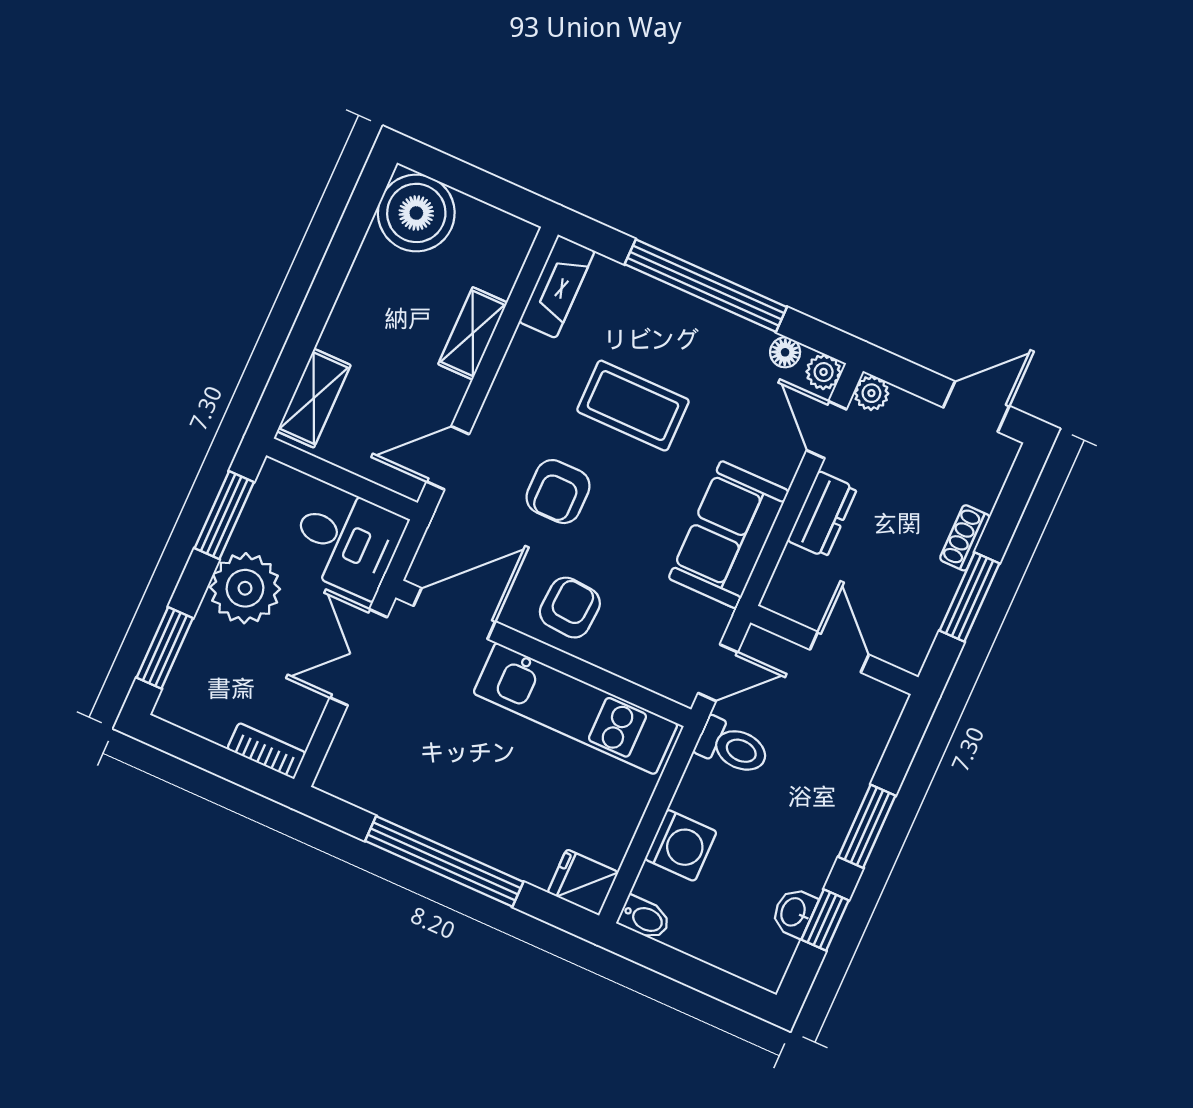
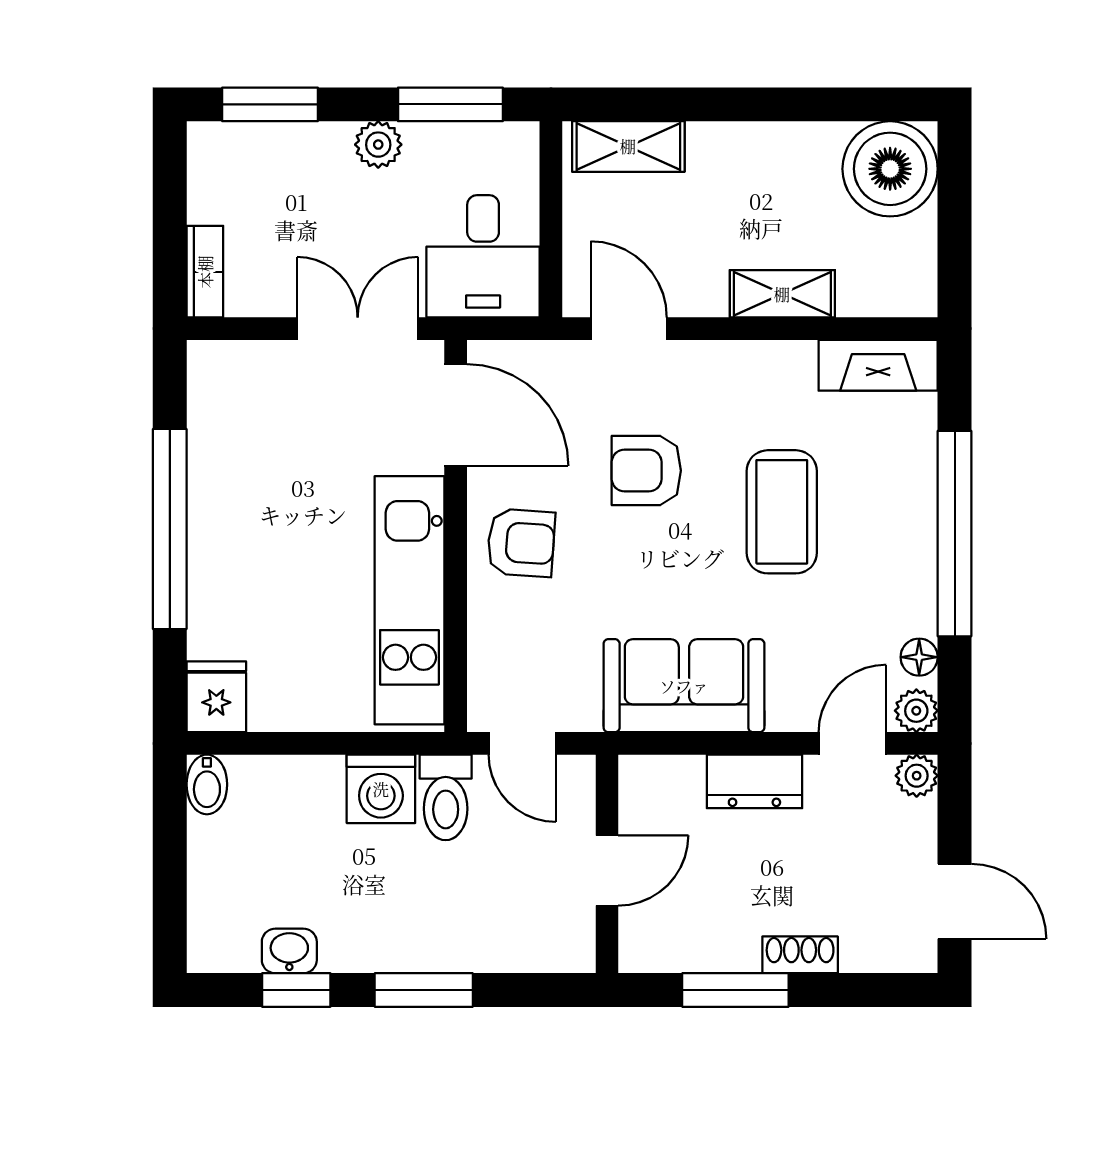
plant: (245, 588) -> (378, 145), width x0.53, depth x0.53
washing machine: (681, 845) -> (381, 789), moved

